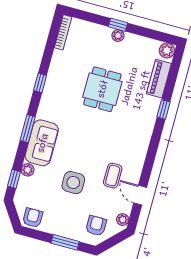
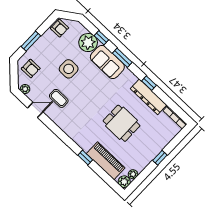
plant: (118, 36) -> (133, 174), moved
dresser: (56, 75) -> (149, 97), added
piano: (159, 79) -> (106, 161), width x1.37, depth x1.33
plant: (28, 170) -> (88, 43), width x1.87, depth x1.87
window: (14, 179) -> (101, 38), moved

